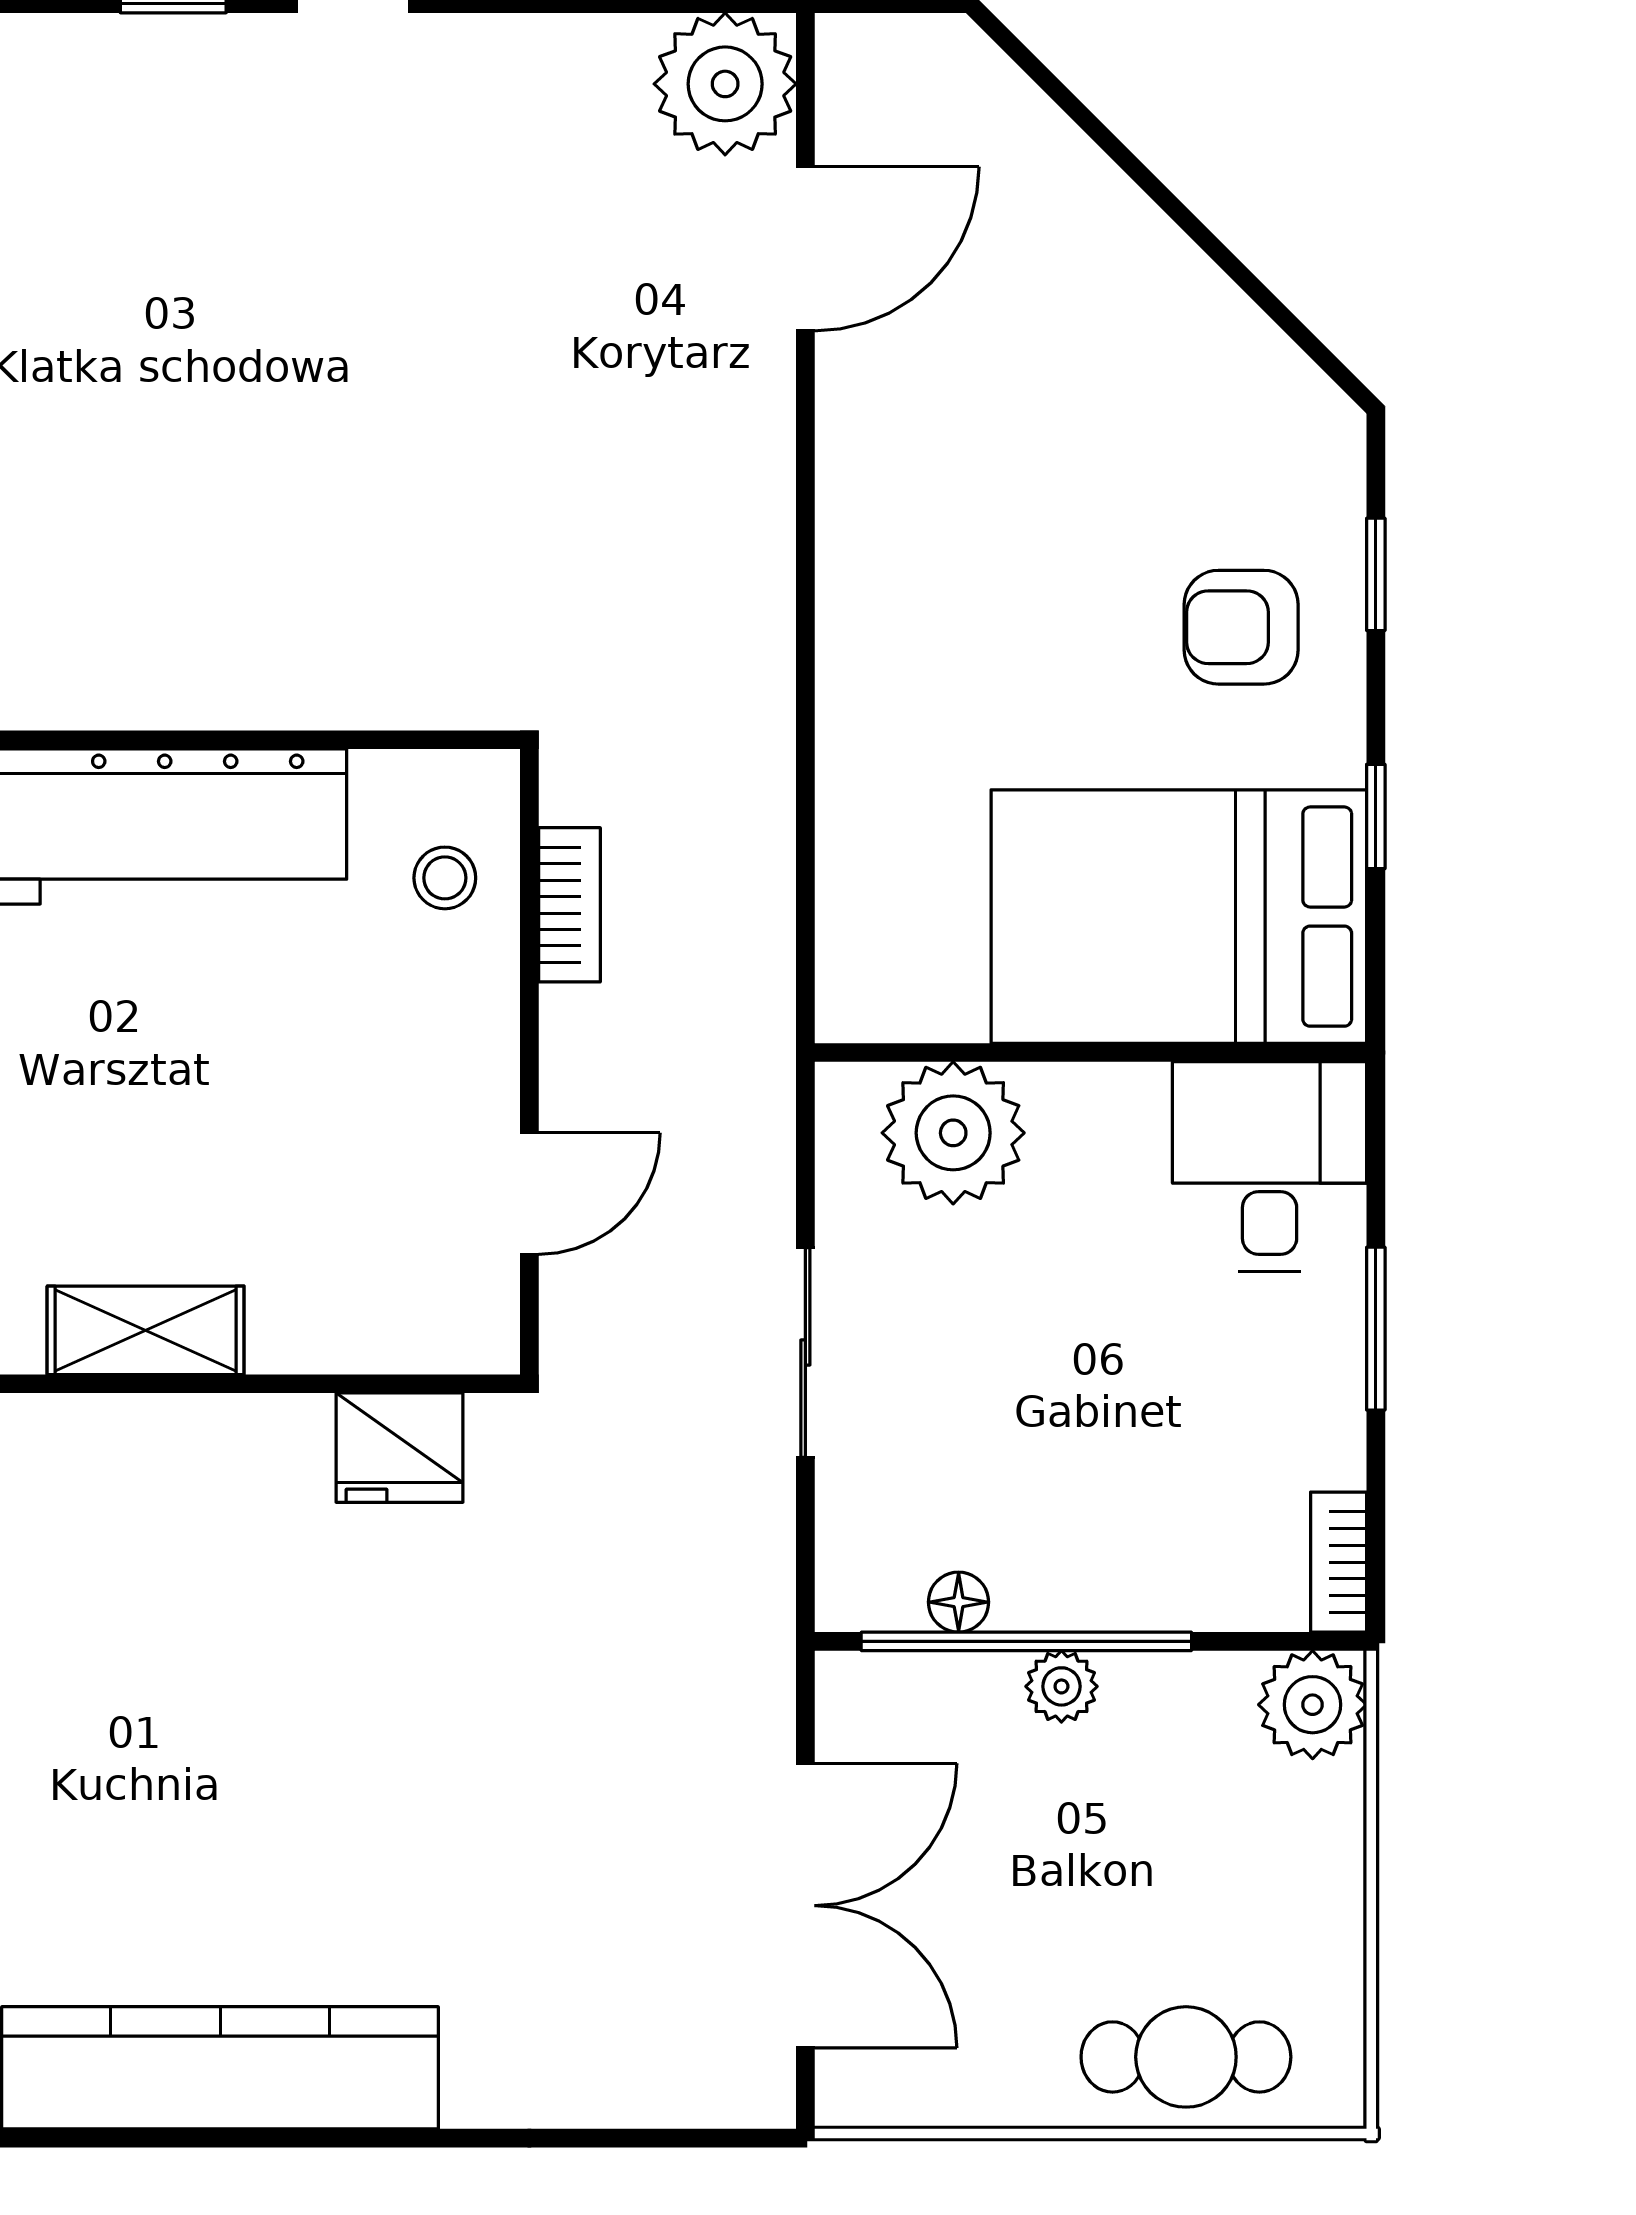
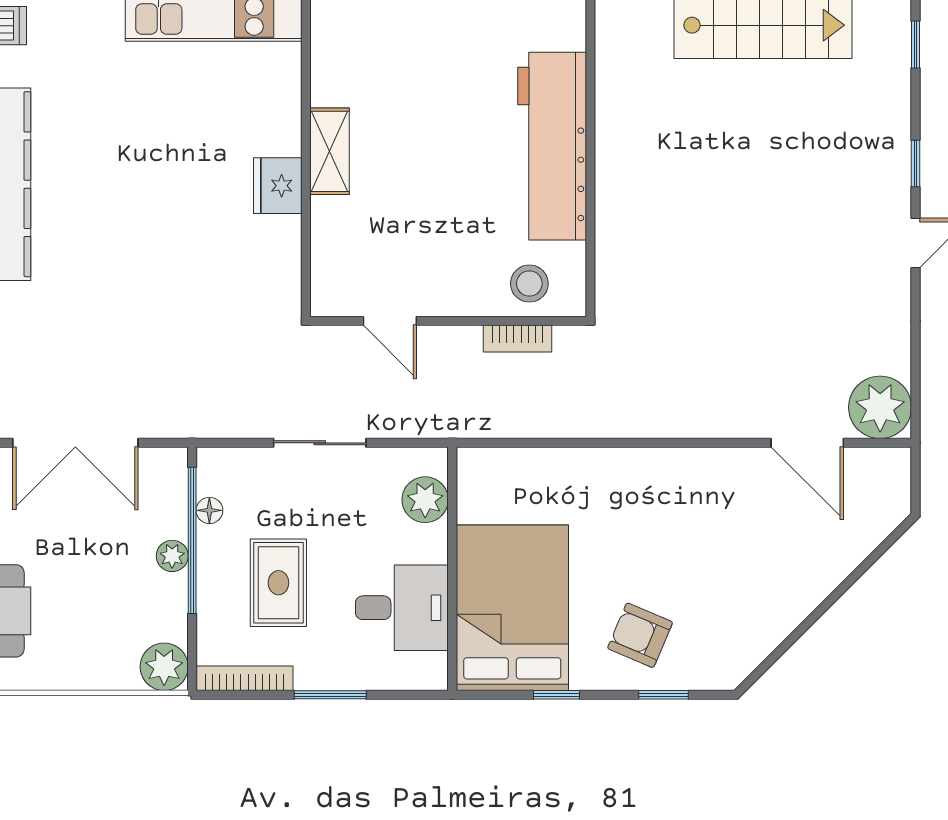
armchair: (1241, 627) -> (640, 635), turned -67
stool: (445, 878) -> (529, 284), width x1.37, depth x1.37
plant: (953, 1133) -> (425, 500), width x0.73, depth x0.73
desk: (1270, 1166) -> (402, 608), moved
rug: (1122, 1446) -> (278, 583), added
fridge: (399, 1448) -> (278, 186), moved
bookcase: (1339, 1562) -> (244, 678), width x1.56

